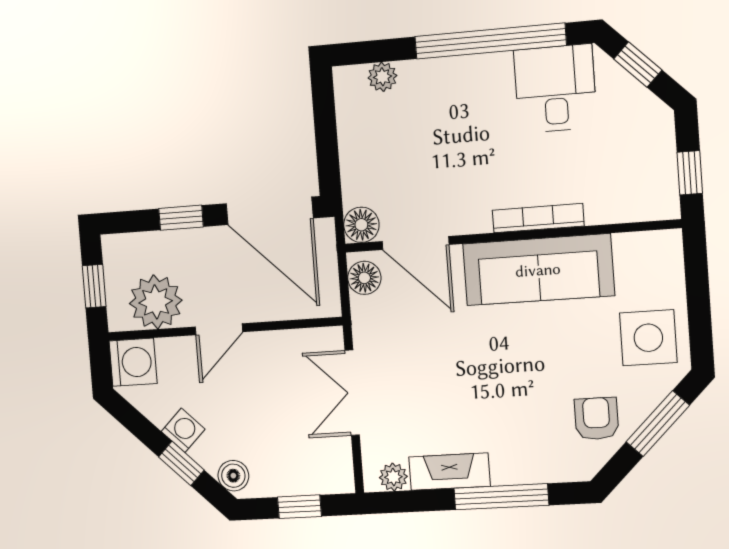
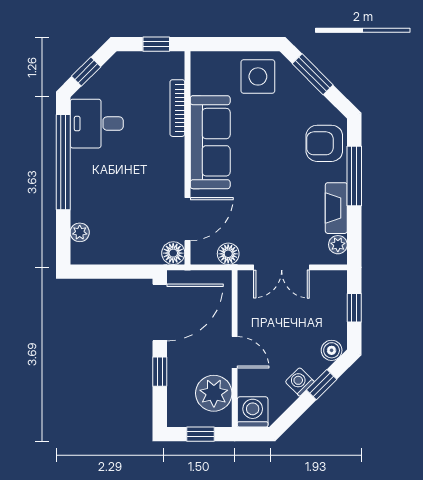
bookcase: (538, 218) -> (177, 108), moved
floor lamp: (364, 278) -> (228, 254), moved
armchair: (596, 419) -> (324, 143), moved, width x1.38, depth x1.38

